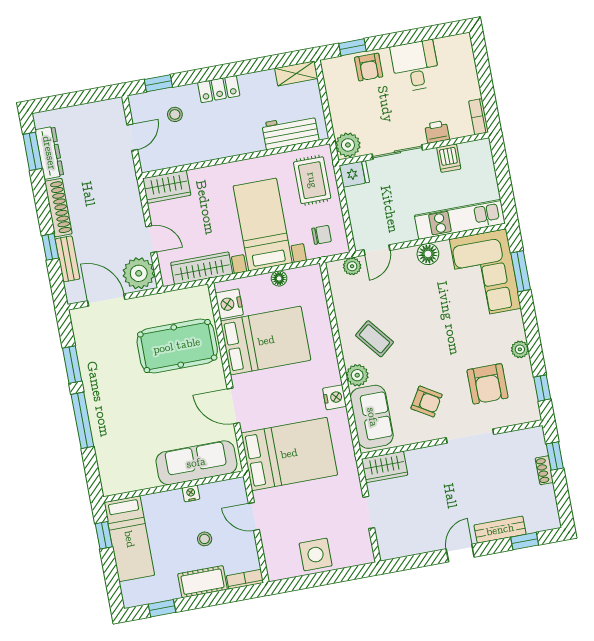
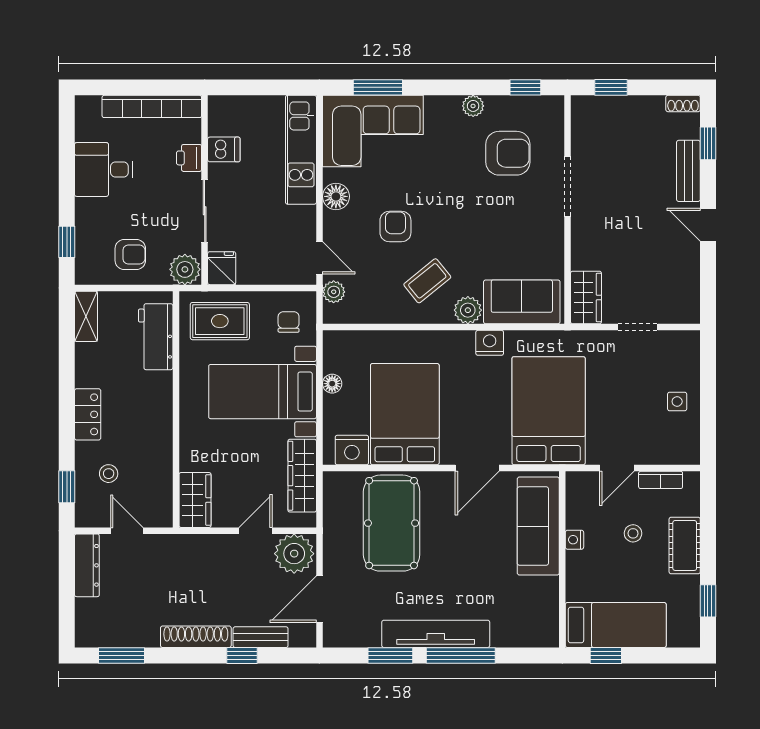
armchair: (369, 67) -> (130, 254), moved
bookcase: (479, 117) -> (152, 106), width x2.31, depth x1.31
dresser: (49, 153) -> (87, 565), moved, turned 90
tv unit: (96, 397) -> (436, 634), added
armchair: (427, 402) -> (395, 226), moved, turned -31
shoe rack: (544, 470) -> (683, 104), moved
side table: (316, 555) -> (677, 401), width x0.54, depth x0.54
bookcase: (245, 579) -> (661, 480), moved, turned -90

